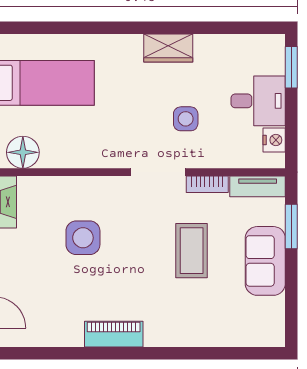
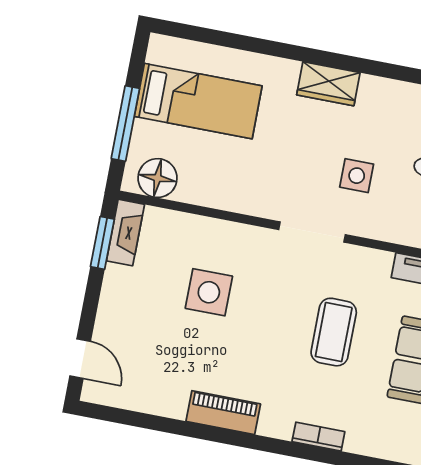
wardrobe: (168, 48) -> (328, 84), moved
bookcase: (207, 184) -> (318, 437), moved, turned 180

